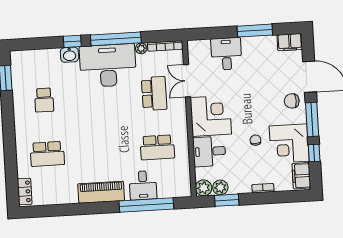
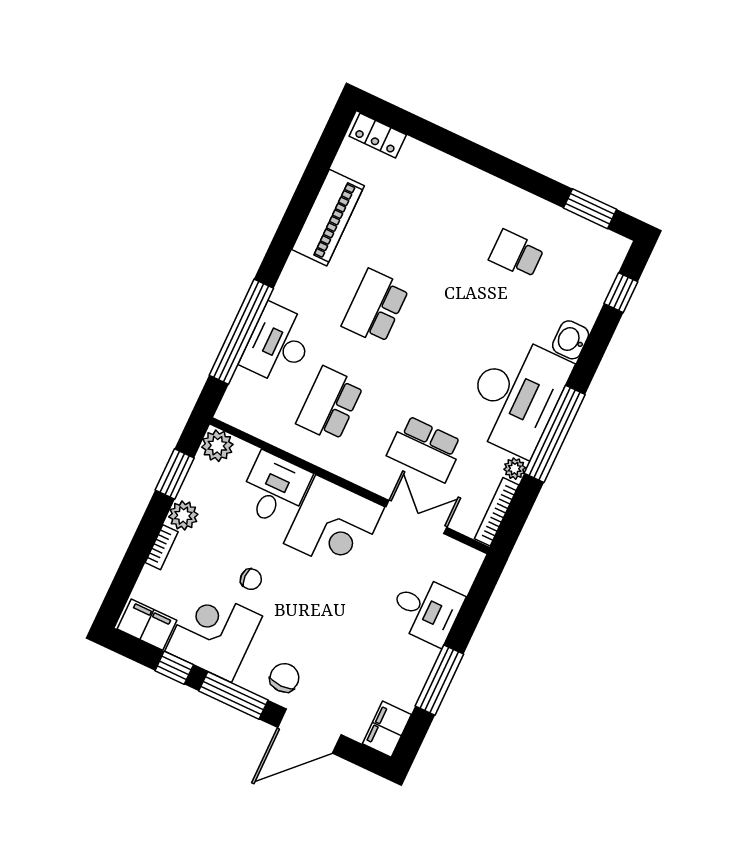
window: (72, 41) -> (621, 293), moved
school desk: (47, 154) -> (375, 307), moved
desk: (143, 185) -> (278, 344), width x1.37
plant: (220, 187) -> (183, 516), moved
piano: (101, 192) -> (328, 218), moved

